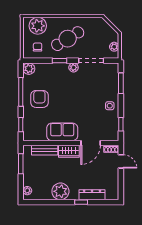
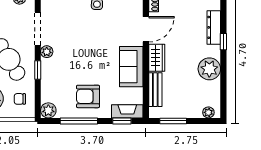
fireplace: (28, 129) -> (127, 111), added
door: (91, 143) -> (146, 29), hinge flipped

